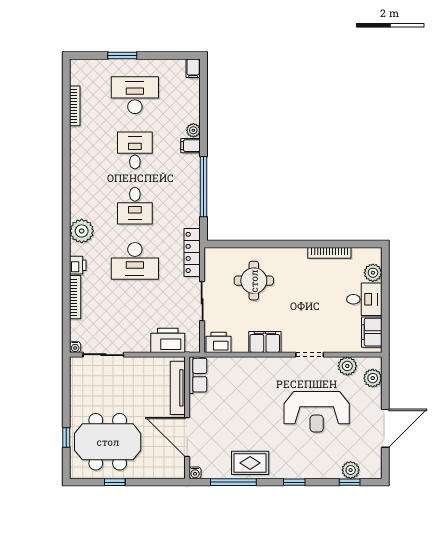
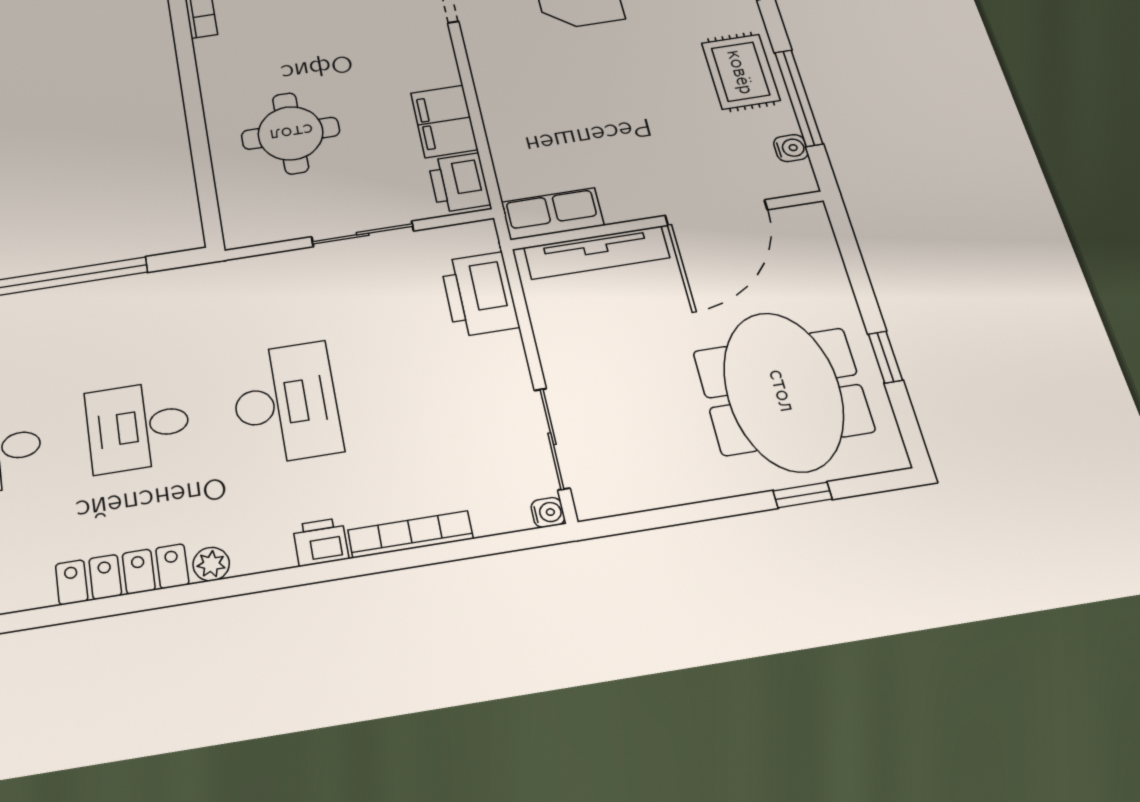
desk: (135, 206) -> (138, 426), turned 180
plant: (82, 231) -> (211, 564), width x0.53, depth x0.53
locker: (192, 252) -> (122, 574), moved, turned 180
filing cabinet: (265, 342) -> (444, 121), moved
water cooler: (195, 473) -> (791, 148), moved

